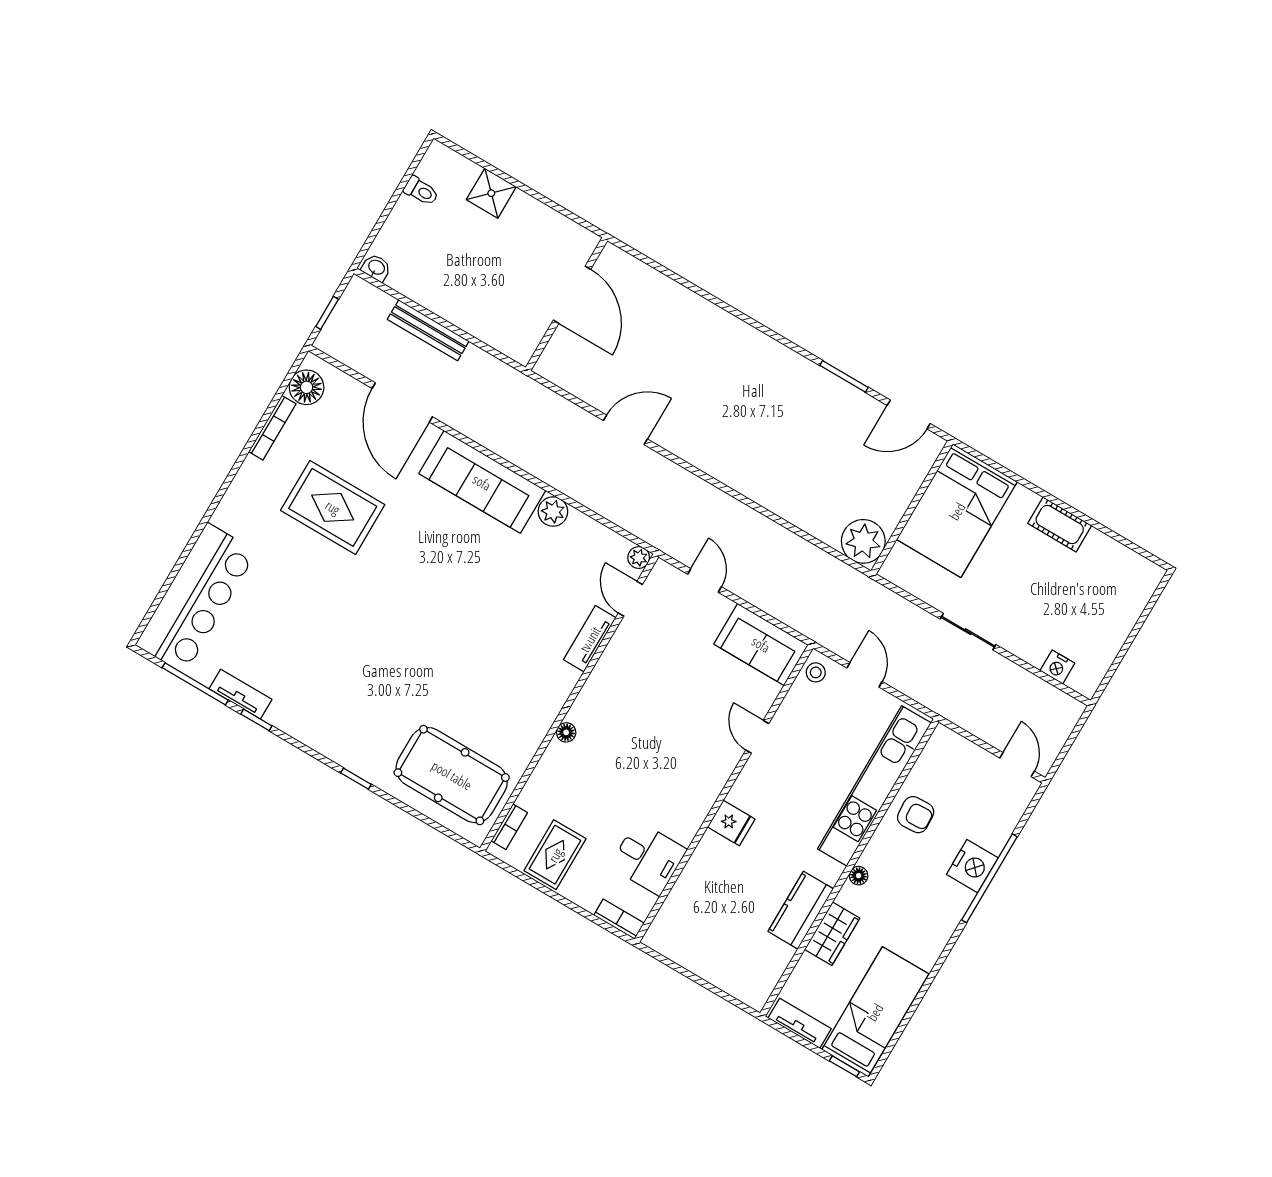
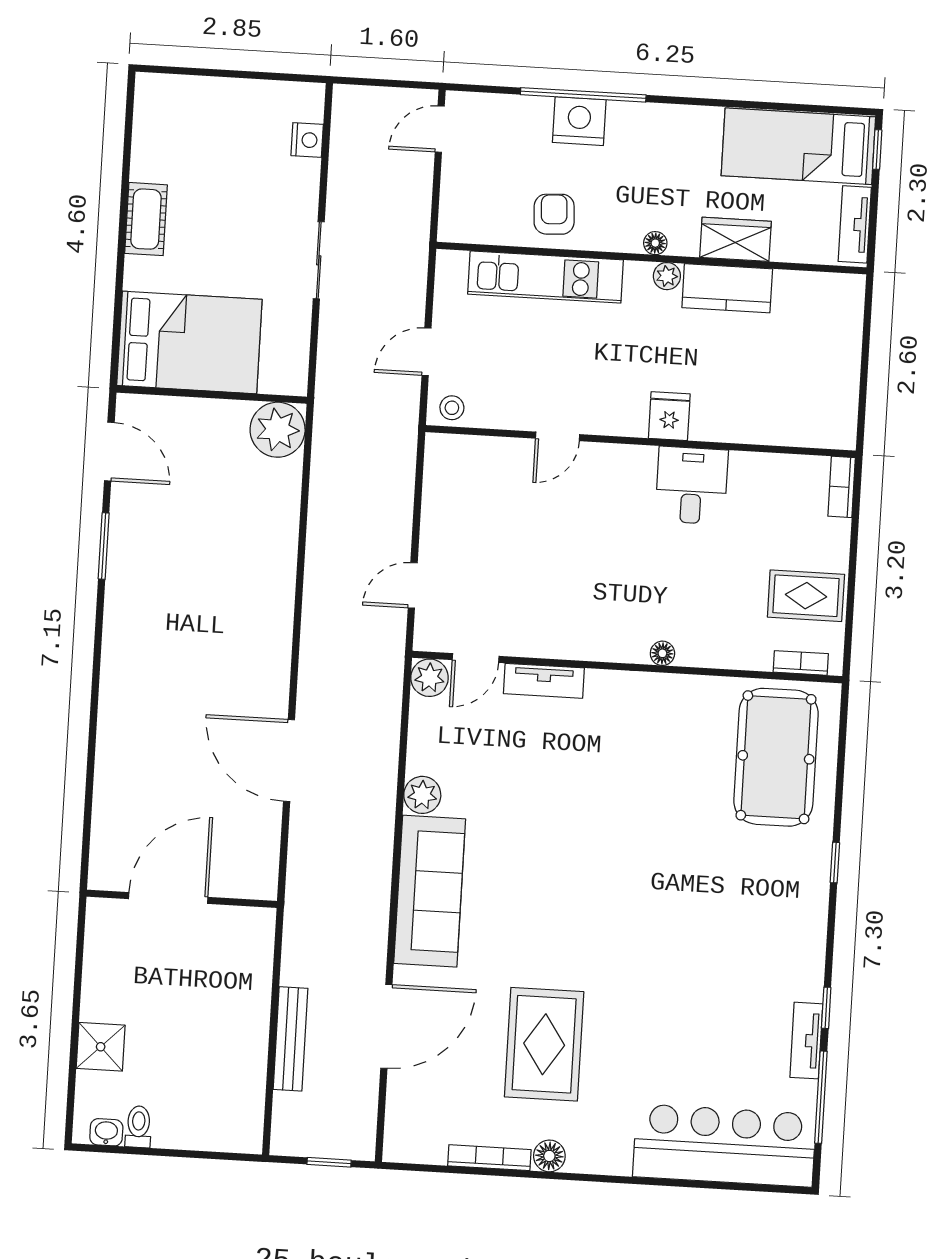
washbasin: (376, 268) -> (106, 1132), moved, turned 90
floor lamp: (307, 387) -> (549, 1156), moved, width x0.73, depth x0.73
door: (625, 430) -> (289, 761), width x1.36
plant: (639, 558) -> (430, 678), width x1.38, depth x1.38
sofa: (761, 644) -> (452, 485), removed
kitchen unit: (874, 786) -> (546, 277), width x0.73
desk: (648, 858) -> (692, 485), moved
plant: (831, 872) -> (667, 276), added

